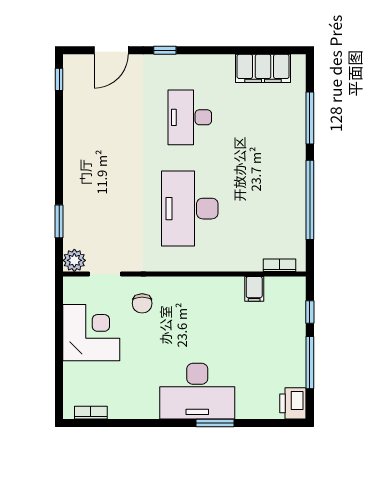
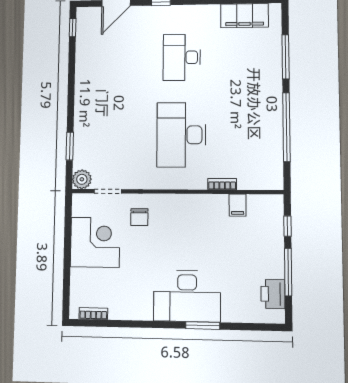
bookcase: (279, 265) -> (222, 184), moved
printer: (293, 403) -> (273, 294), moved

